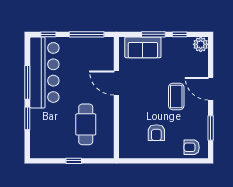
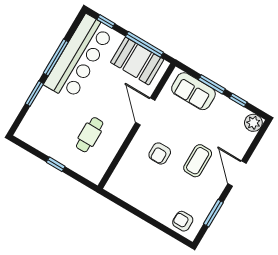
booth: (88, 50) -> (137, 61), added
cafe table: (86, 124) -> (90, 135), width x0.73, depth x0.74
armchair: (156, 133) -> (160, 153), moved

